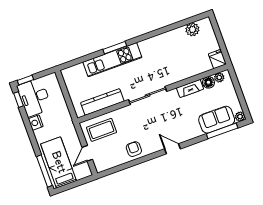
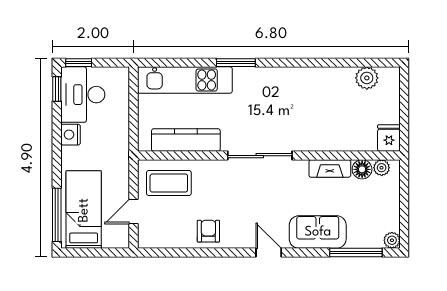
kitchen unit: (112, 60) -> (185, 80), moved
sofa: (217, 120) -> (318, 232), moved

